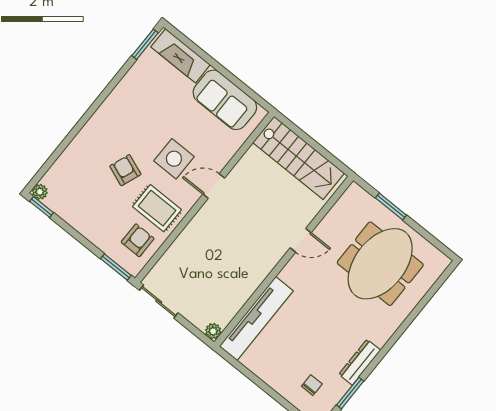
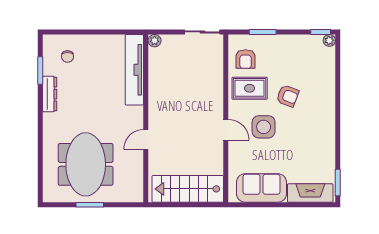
door: (214, 186) -> (226, 130), hinge flipped
window: (391, 206) -> (90, 205), moved
window: (116, 267) -> (263, 32), moved

